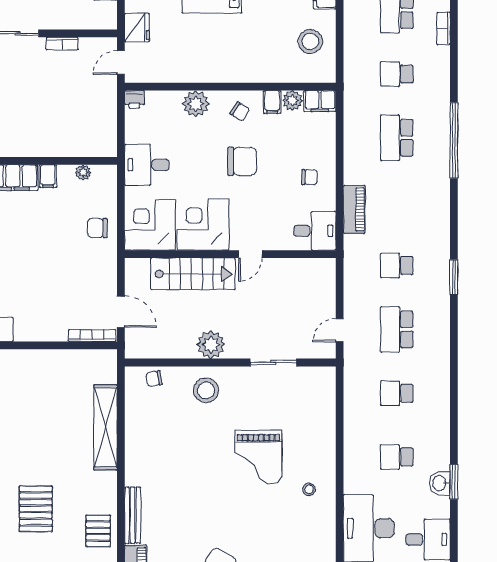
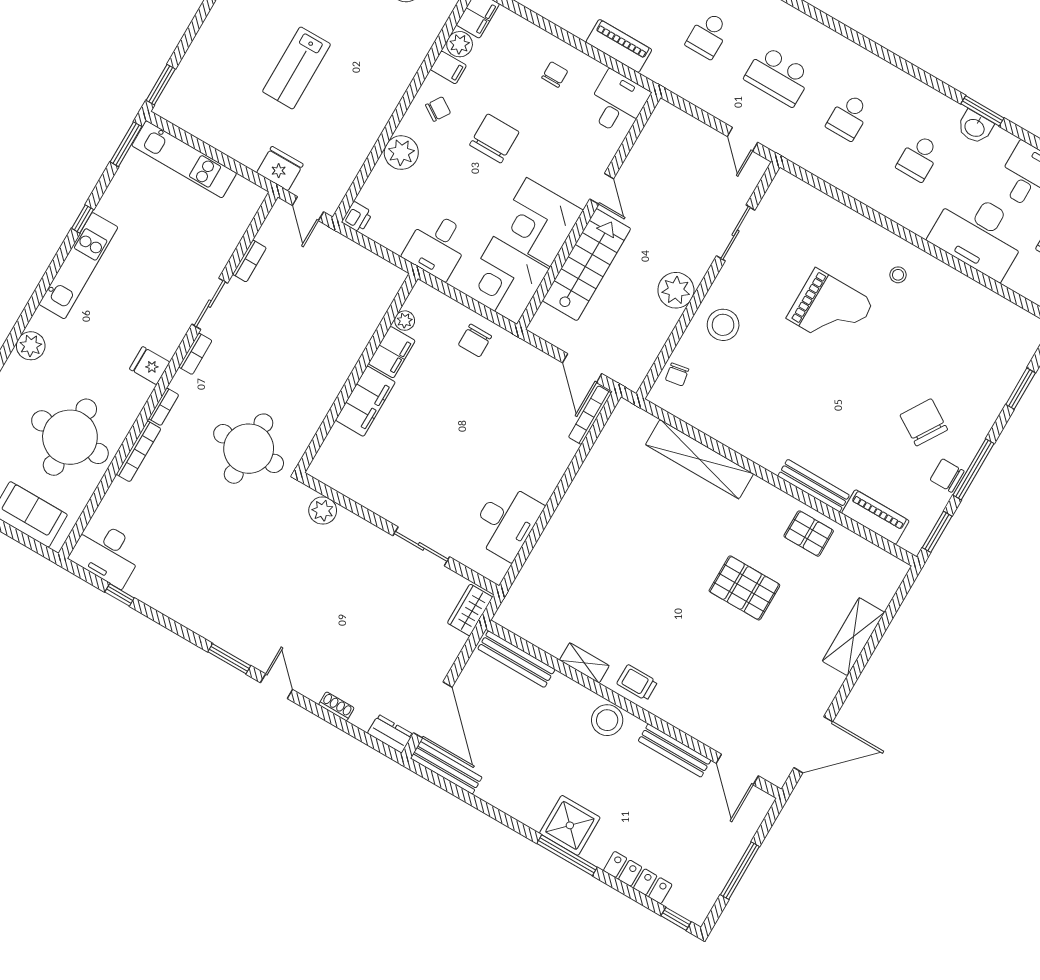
filing cabinet: (48, 176) -> (392, 352), width x2.00
door: (121, 312) -> (582, 368), swing flipped

